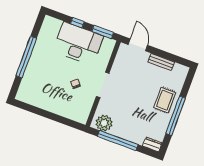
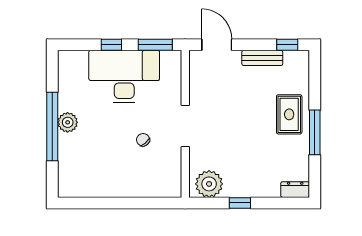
plant: (36, 58) -> (68, 122), added
window: (178, 60) -> (287, 45), added
window: (176, 116) -> (315, 132), width x0.68
window: (118, 140) -> (240, 203), width x0.32

